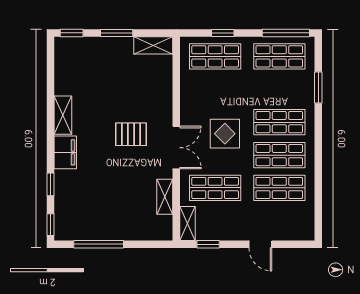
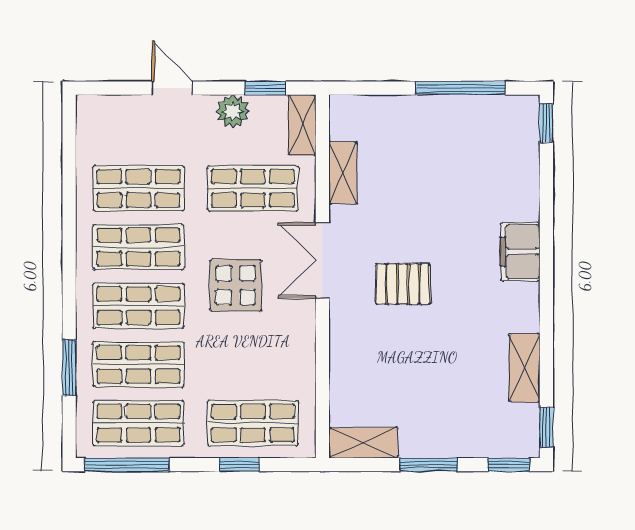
shop shelf: (279, 89) -> (138, 364), added
shelving: (63, 115) -> (524, 368), moved
window: (51, 184) -> (546, 427), moved
plant: (226, 231) -> (233, 111), added

